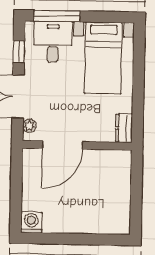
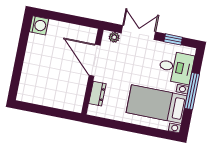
window: (57, 16) -> (192, 91), moved
dresser: (124, 128) -> (97, 94), moved, turned 90

